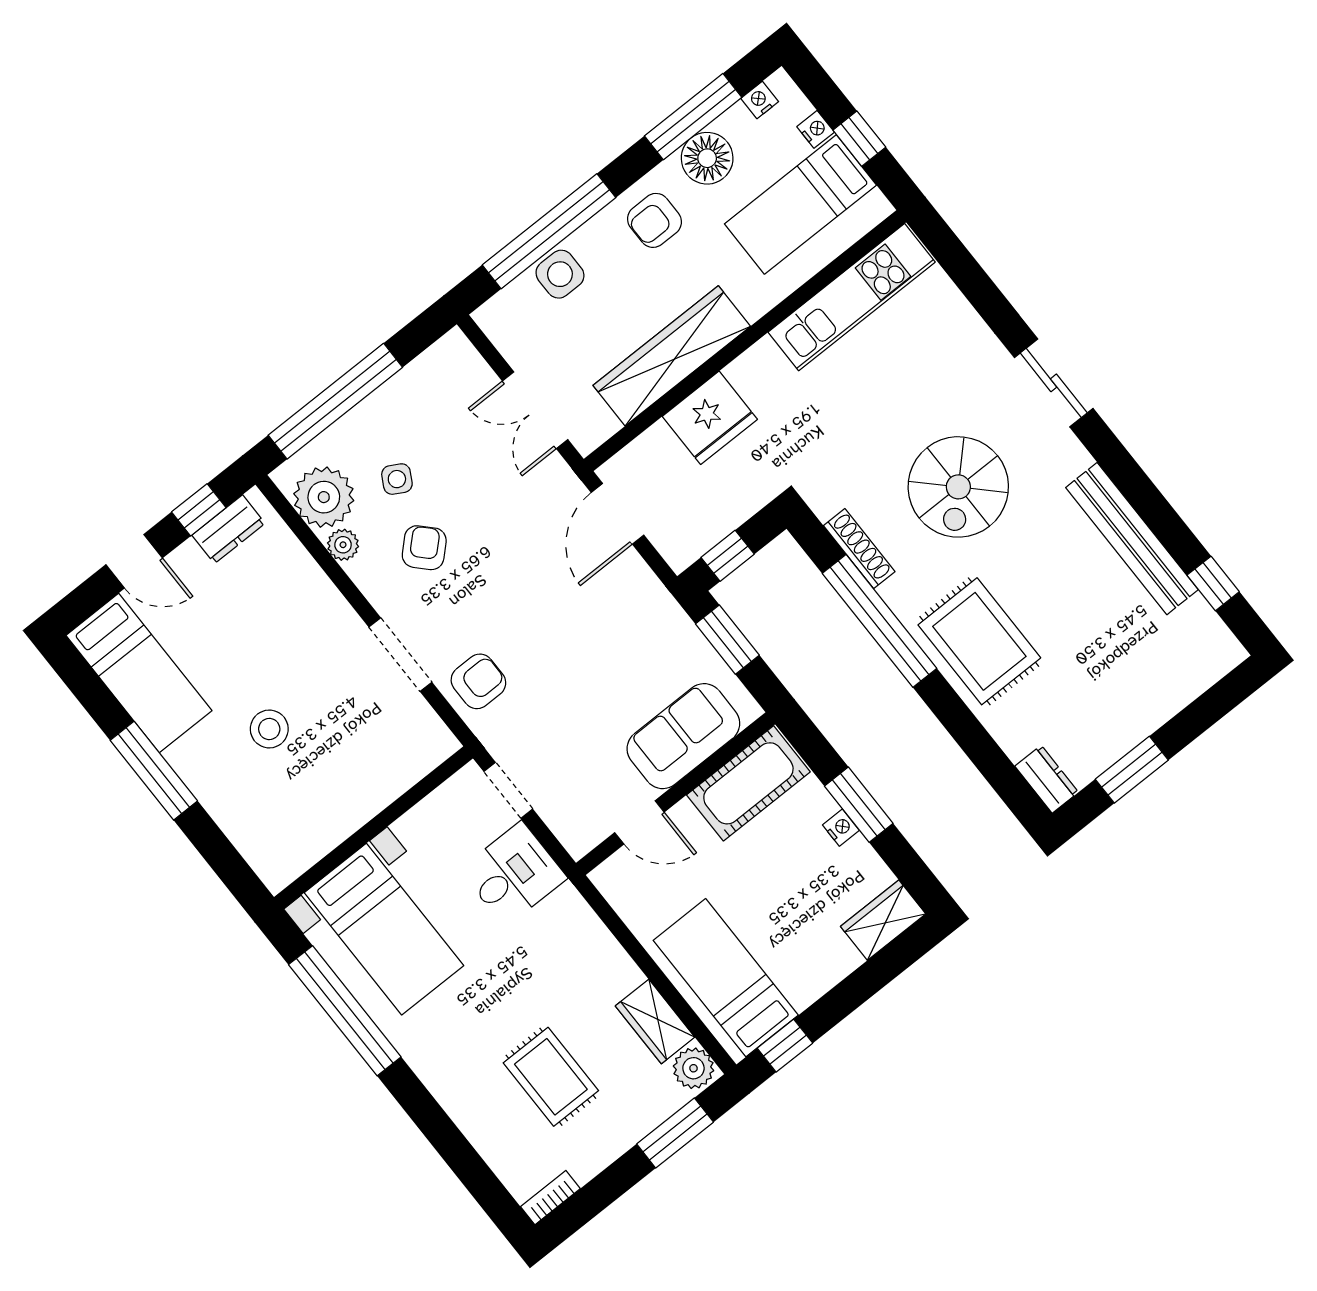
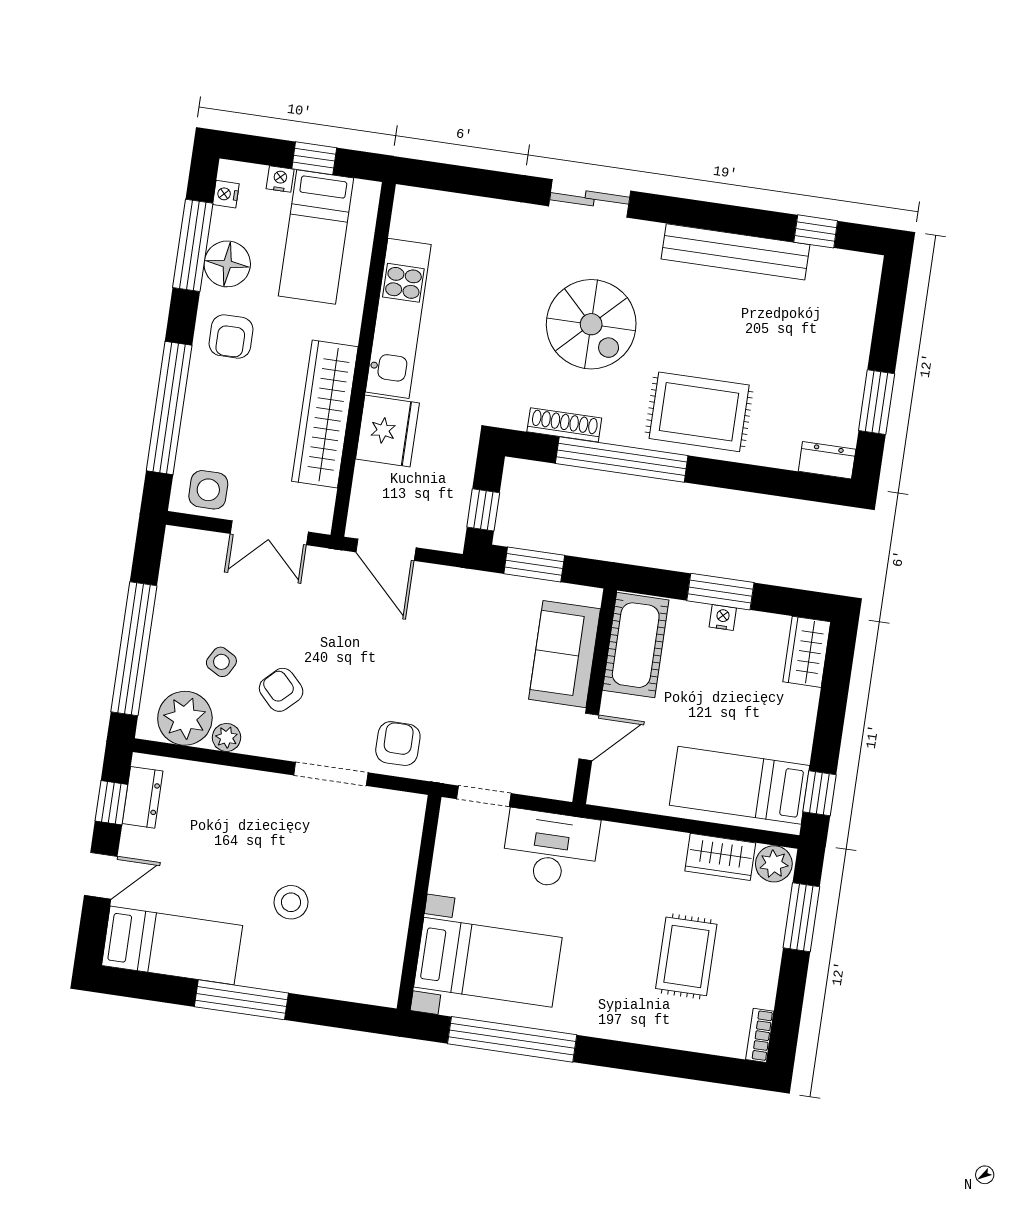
side table: (560, 274) -> (208, 490), moved
kitchen unit: (852, 297) -> (398, 318), moved
desk: (513, 874) -> (551, 849), width x1.37
rug: (551, 1077) -> (686, 956), turned 90

